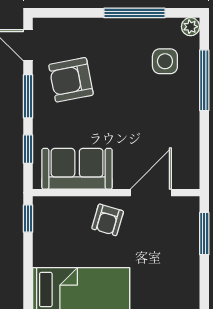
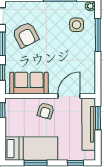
armchair: (71, 80) -> (26, 35), turned -106
tv unit: (187, 245) -> (89, 124), added

